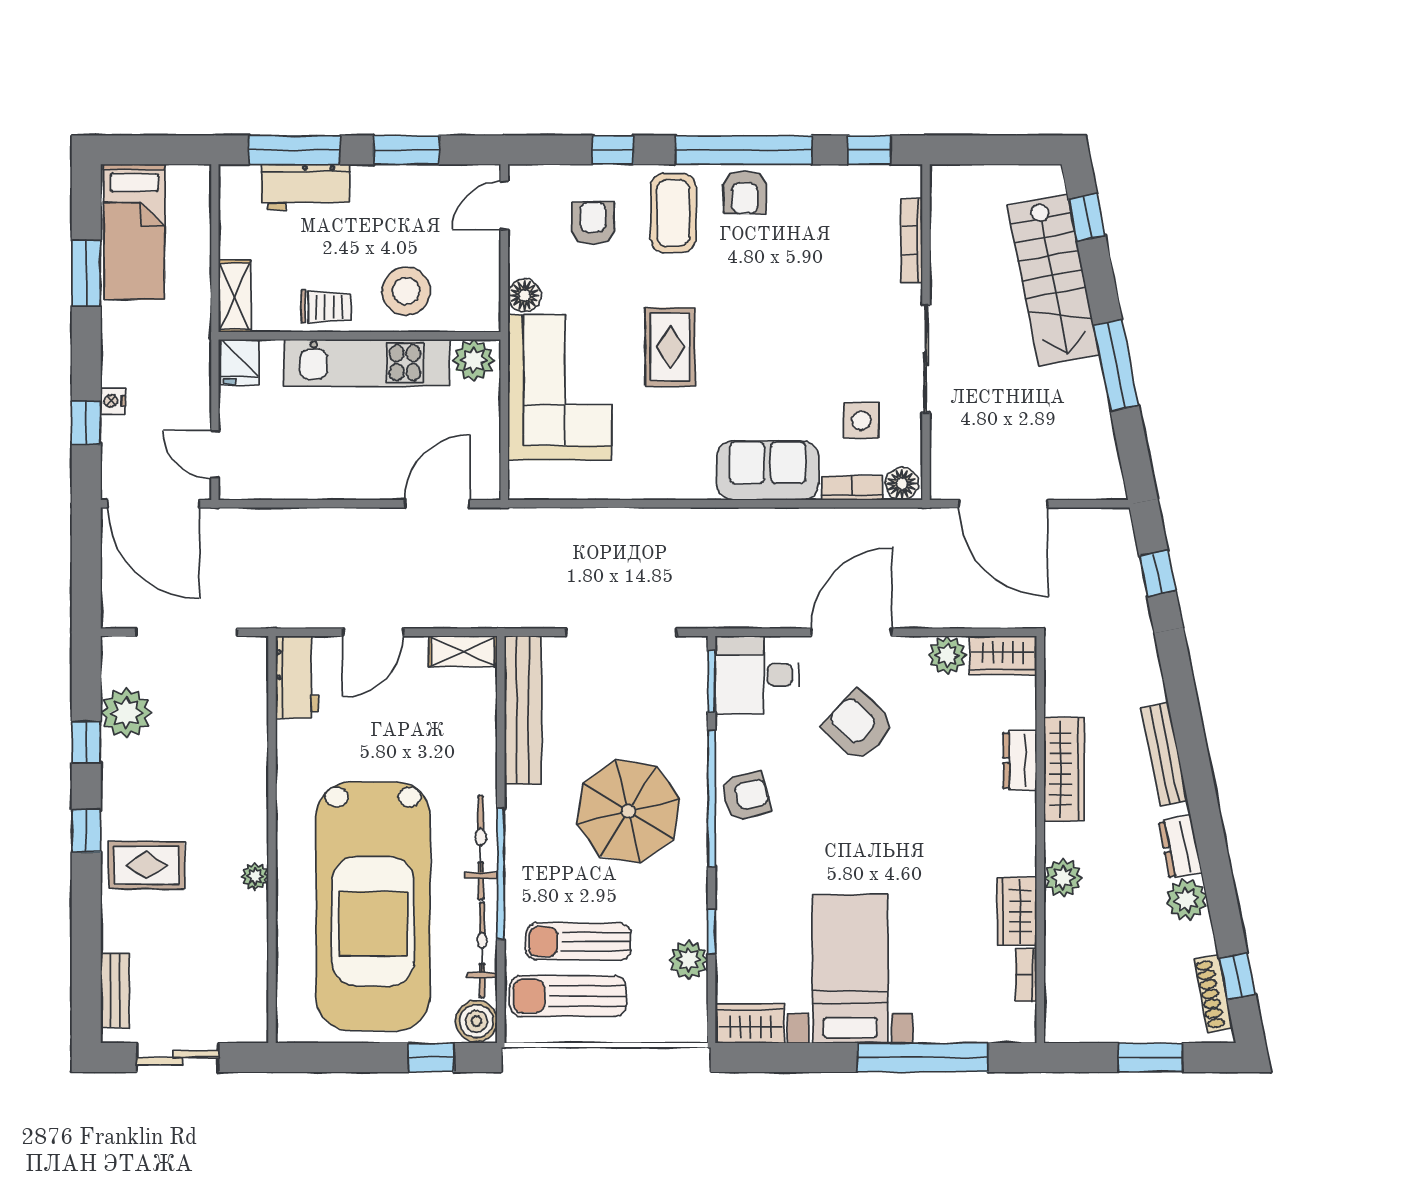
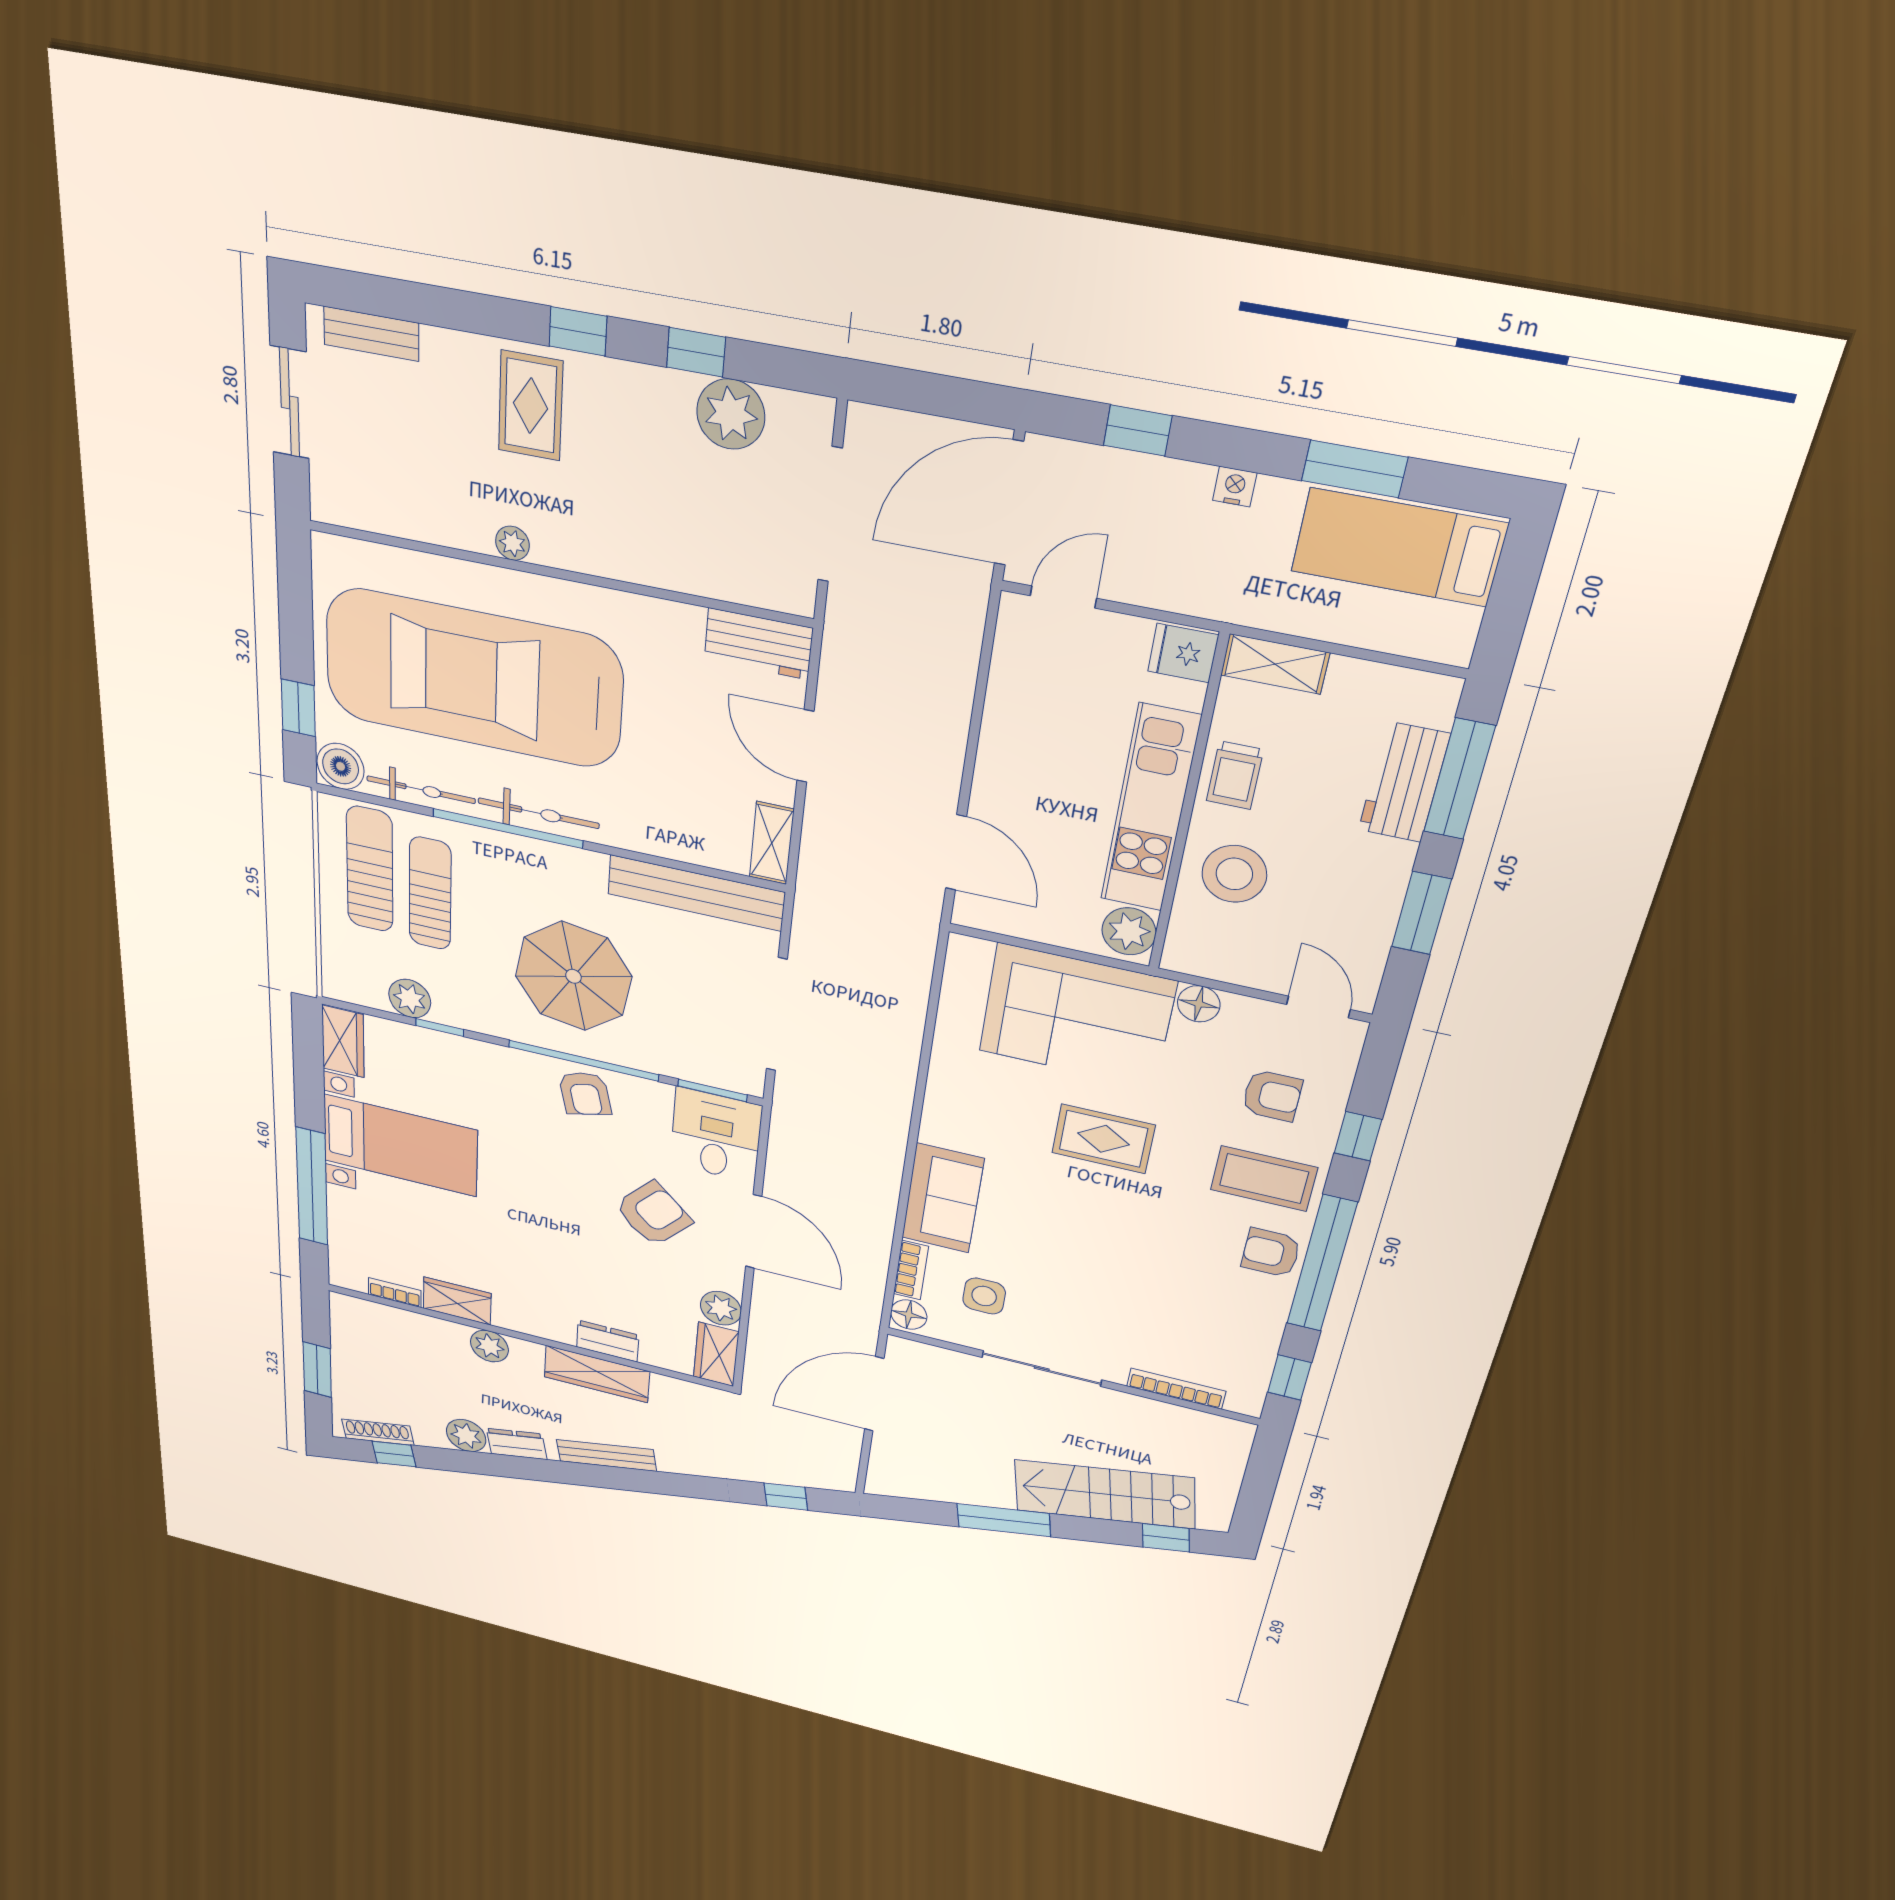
nightstand: (113, 401) -> (1235, 487), moved

